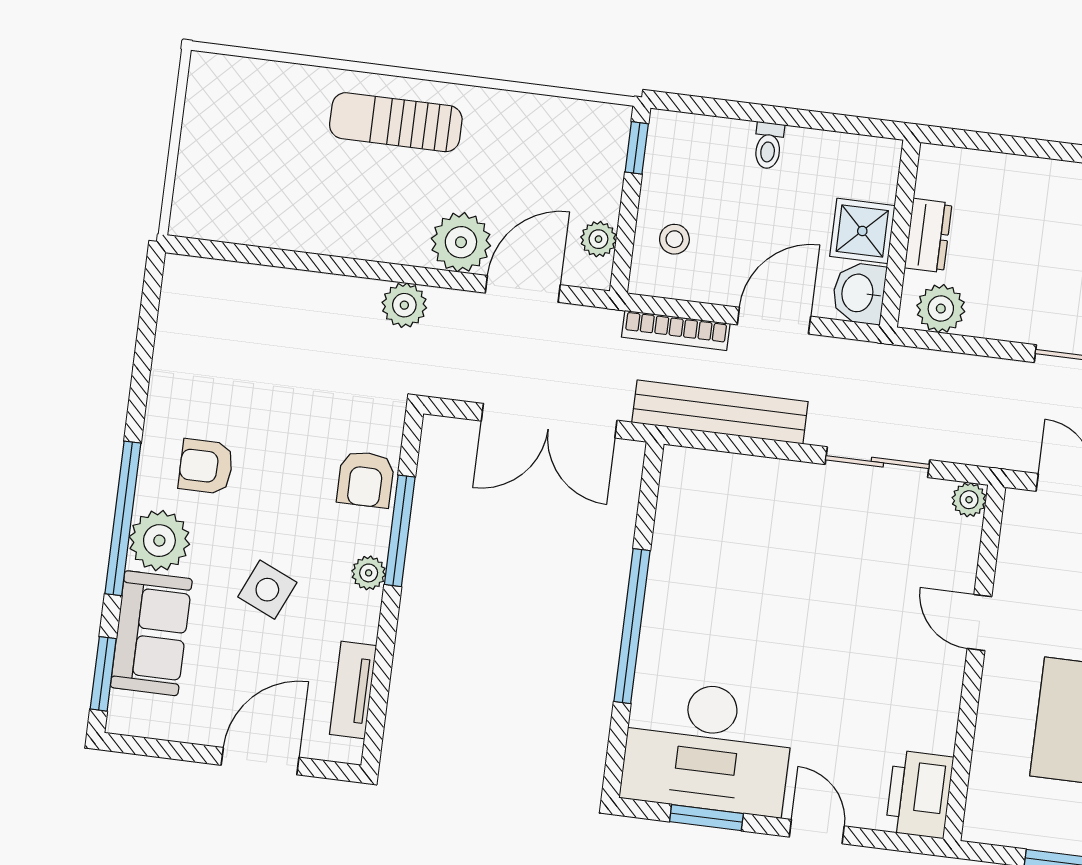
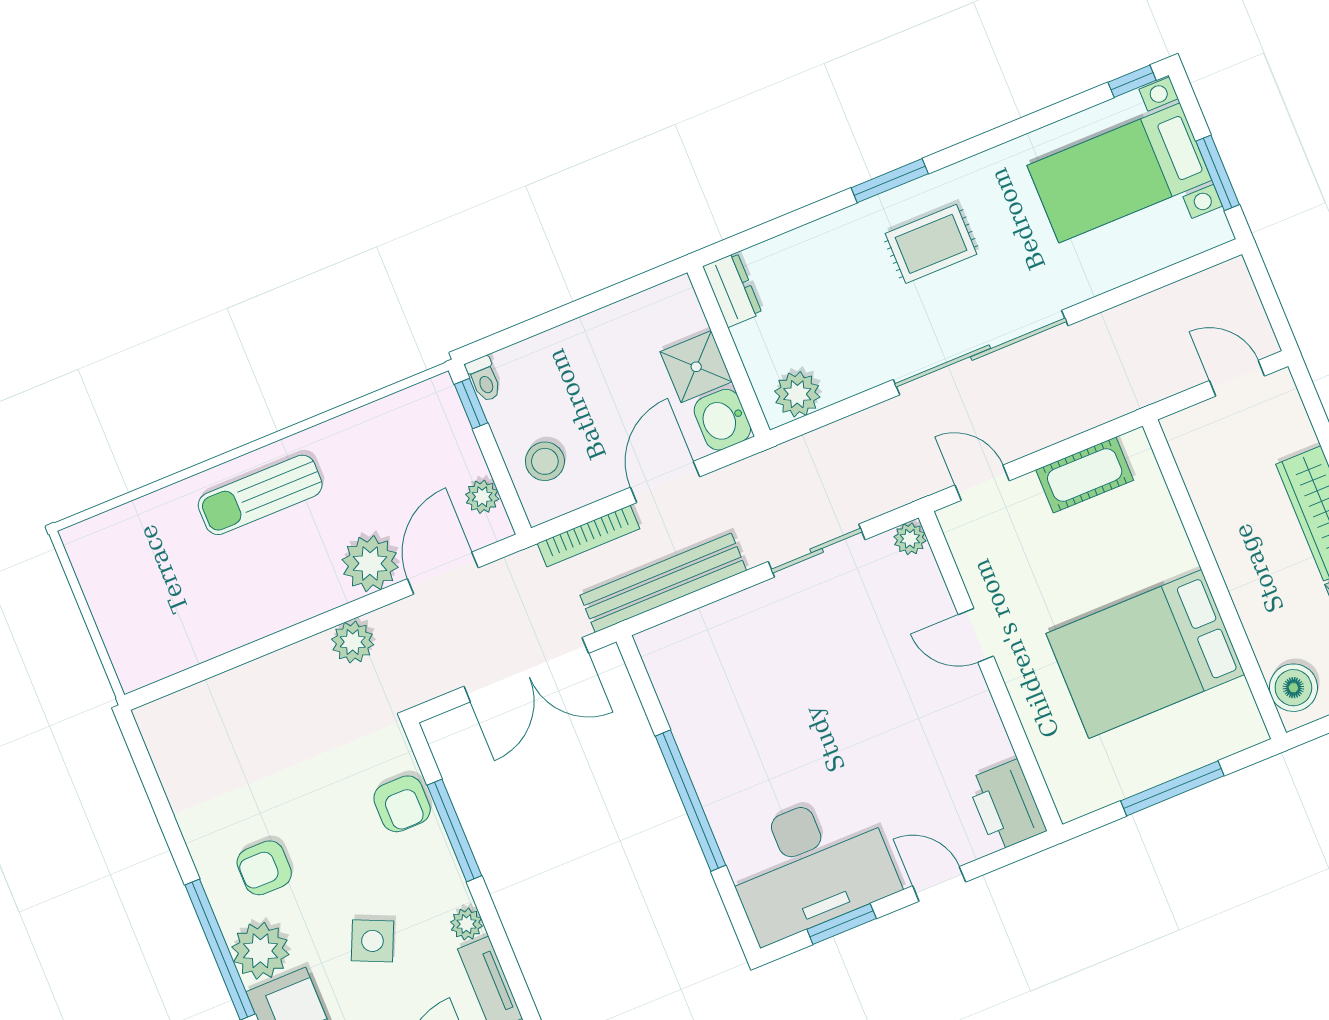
toilet: (768, 146) -> (484, 379), moved
dresser: (928, 236) -> (732, 290), moved
stool: (674, 239) -> (545, 461), width x1.37, depth x1.37
plant: (369, 573) -> (466, 924), moved

